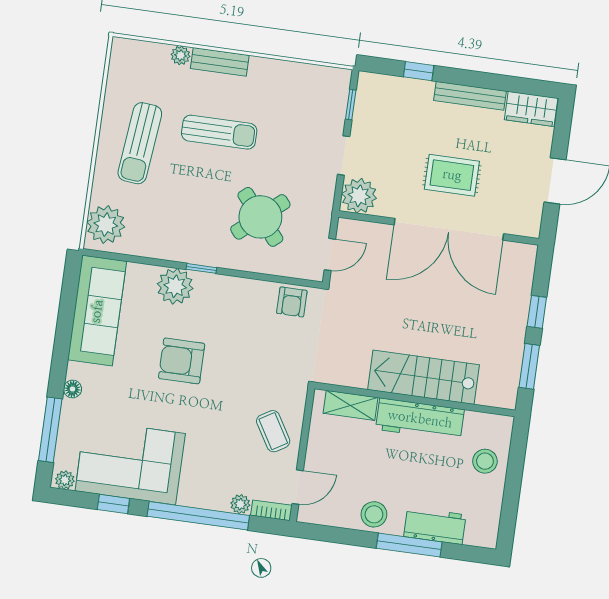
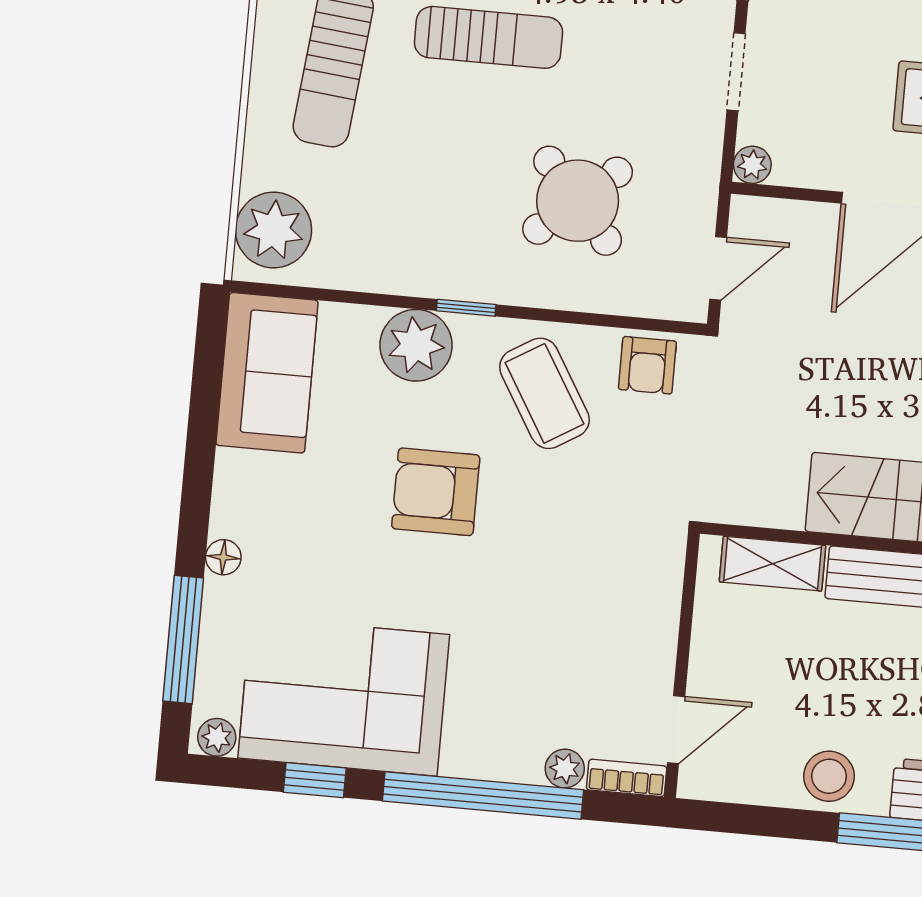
plant: (359, 196) -> (752, 165), width x0.53, depth x0.53
sofa: (97, 311) -> (267, 373), width x0.73
coffee table: (273, 431) -> (544, 393), moved, width x1.36, depth x1.30

